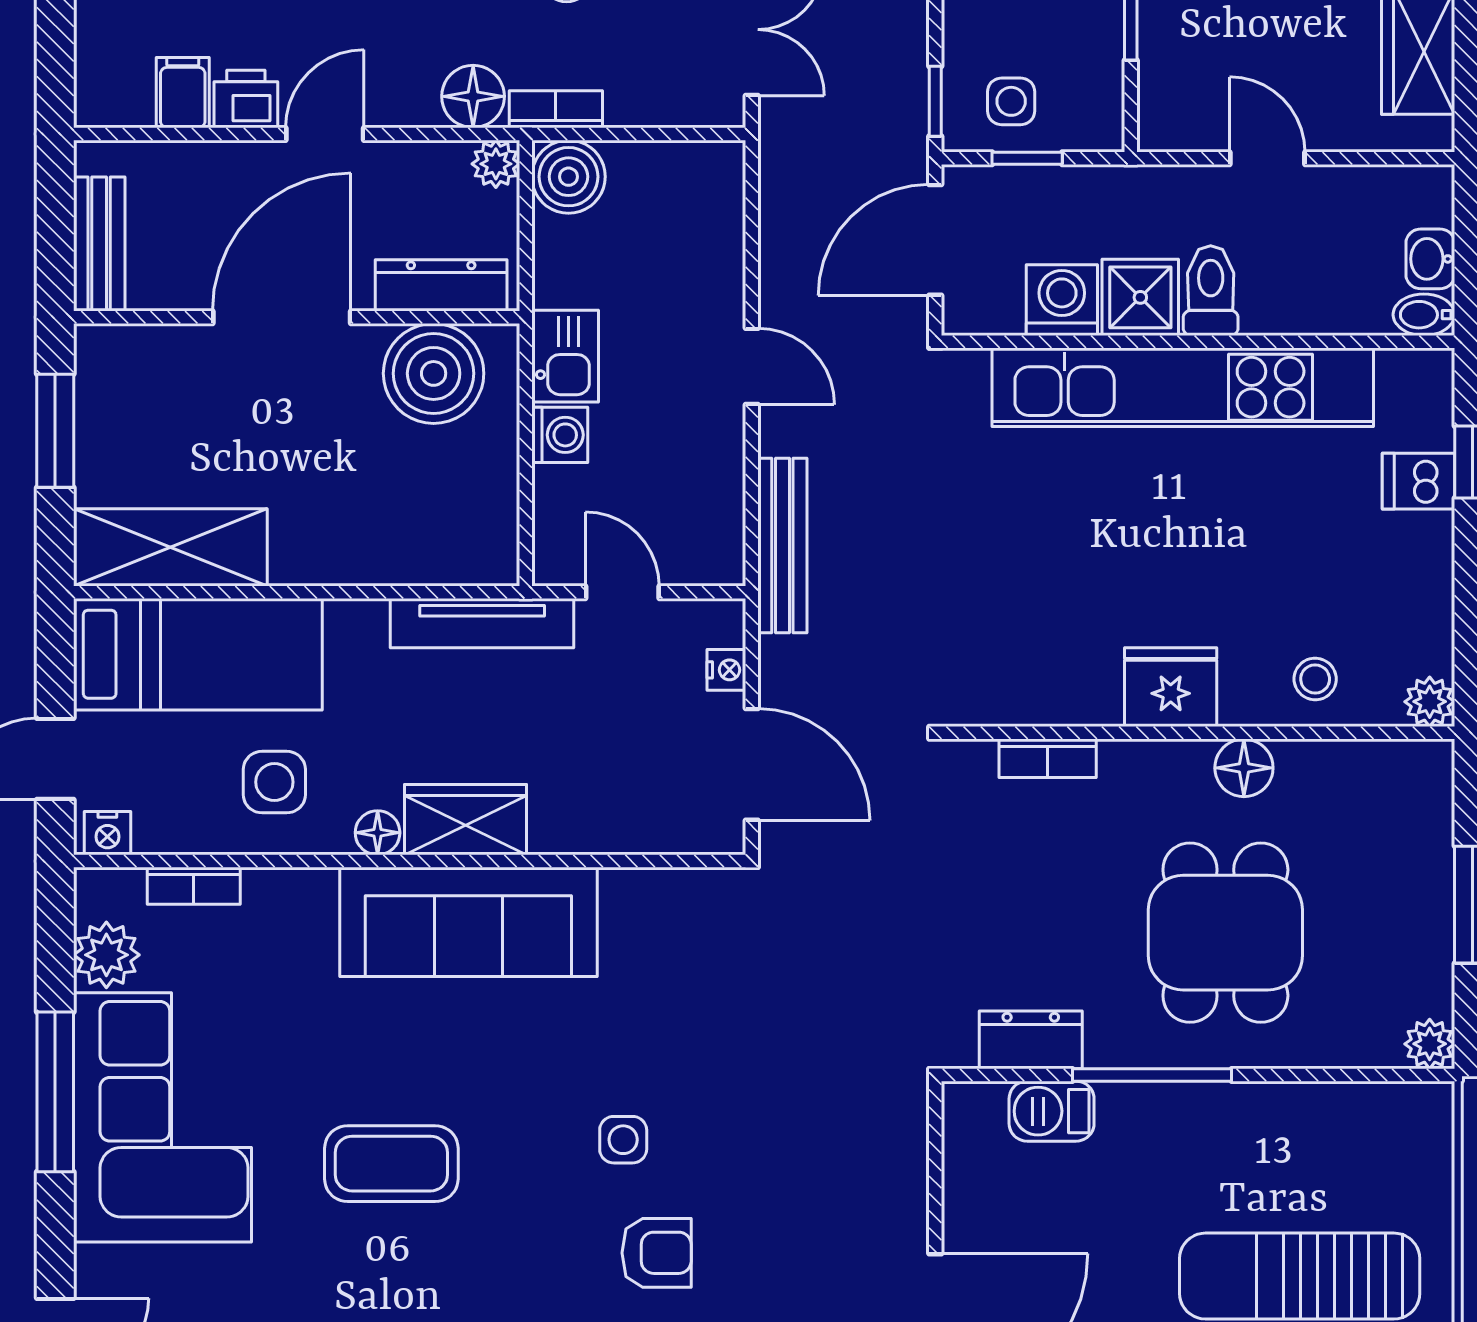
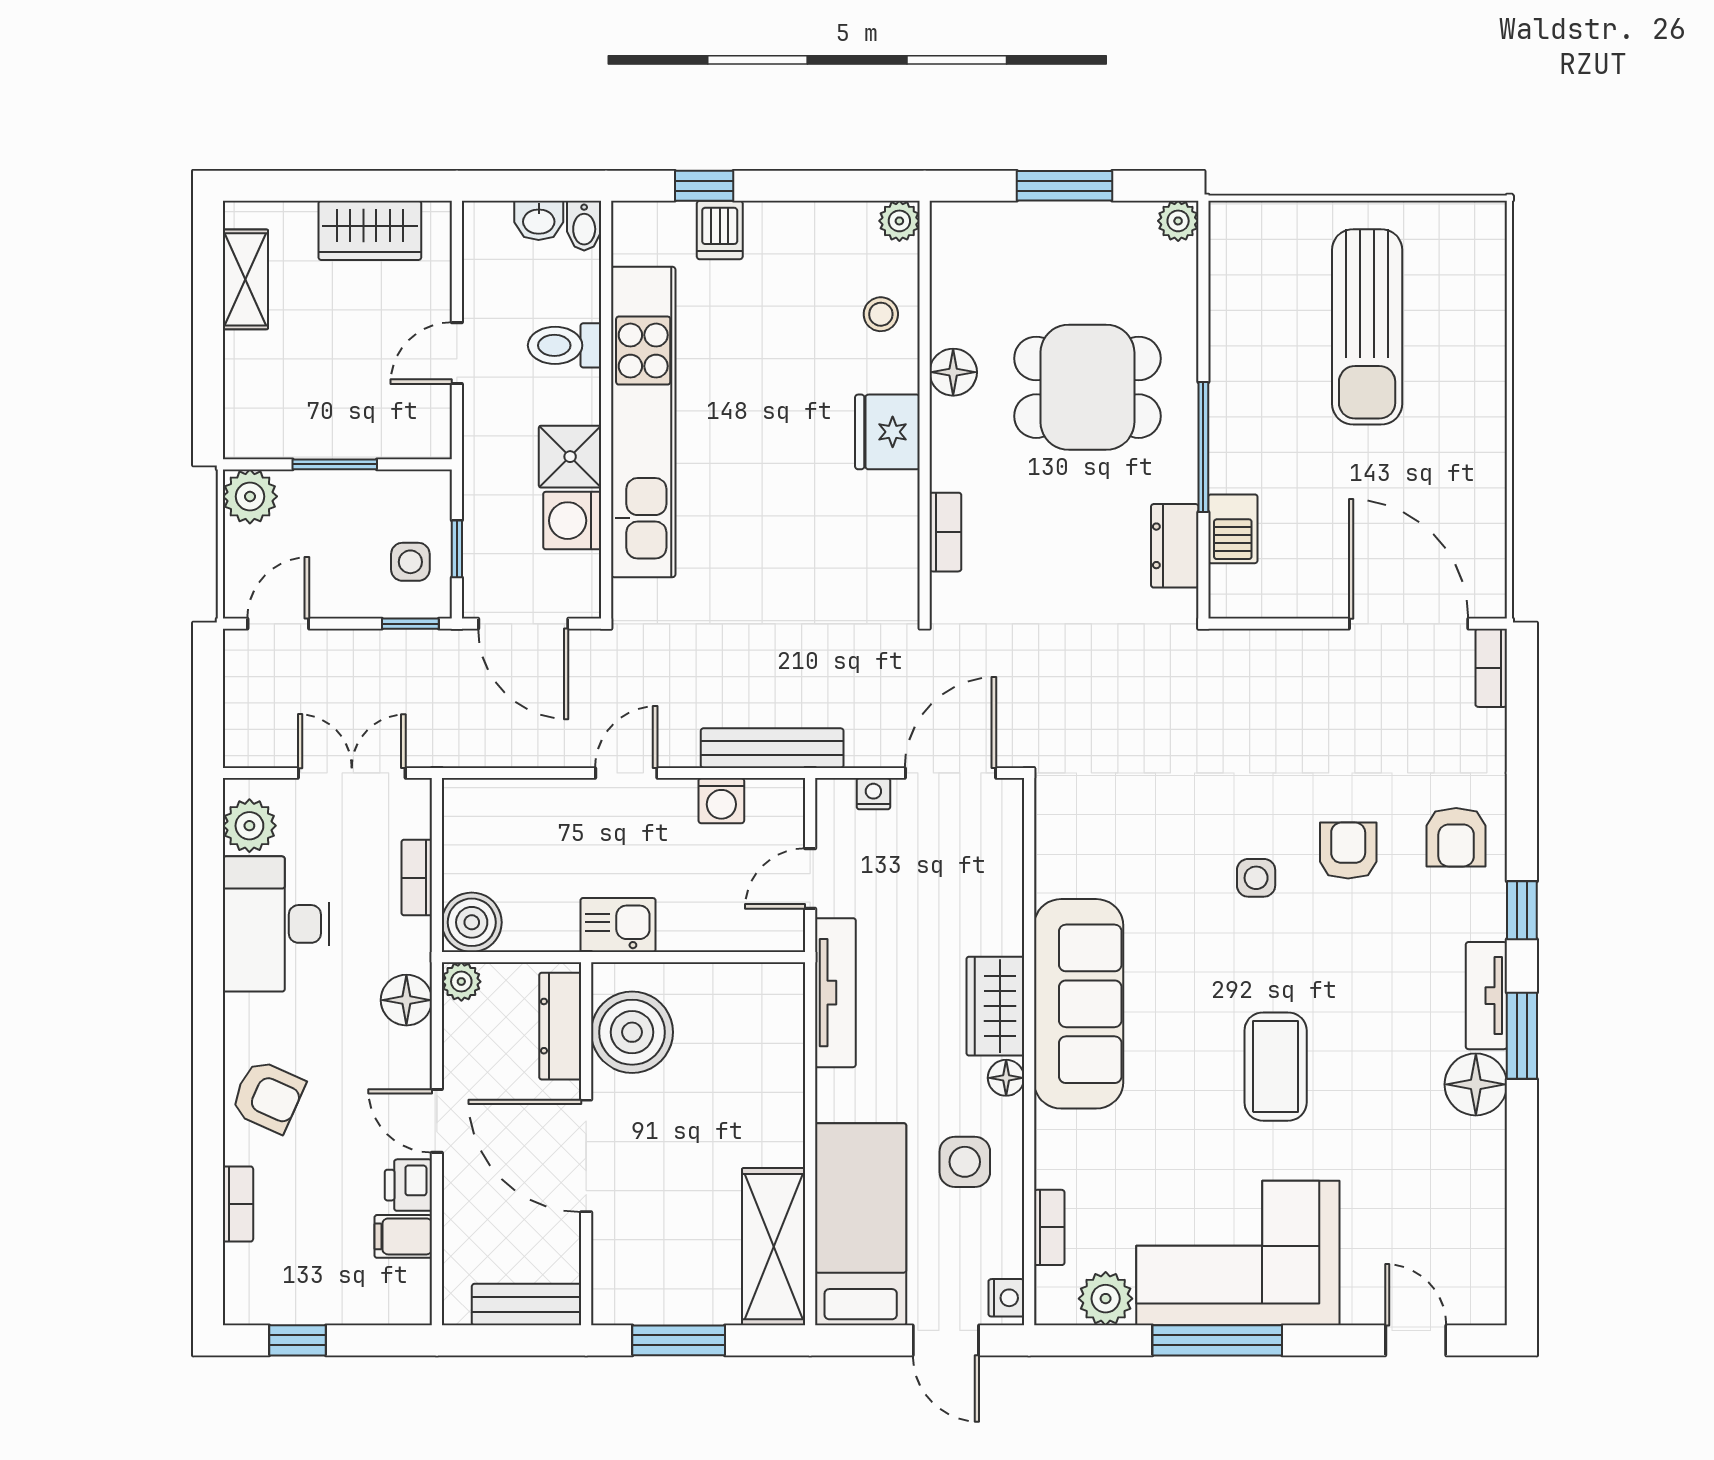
bookcase: (556, 109) -> (417, 878), moved
toilet: (1211, 291) -> (565, 345), moved
washing machine: (560, 435) -> (721, 801), moved, turned 180

